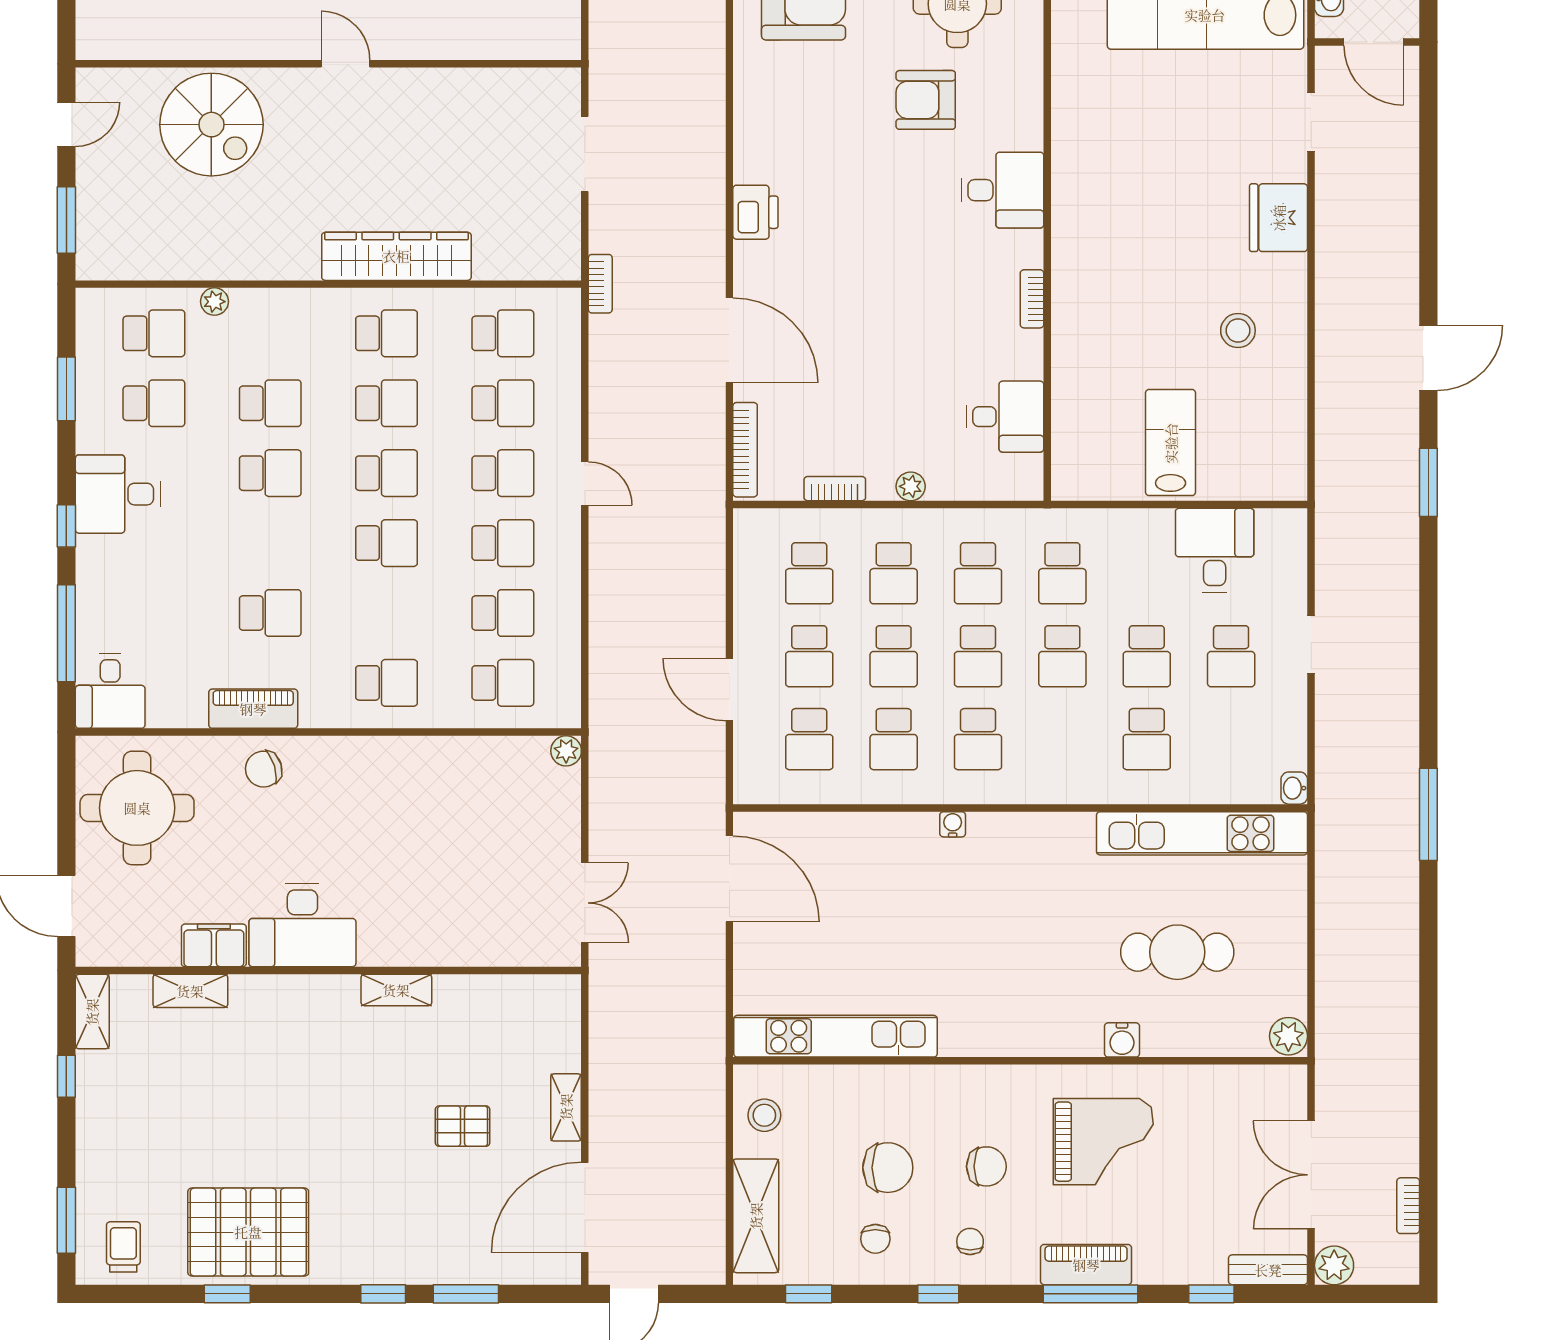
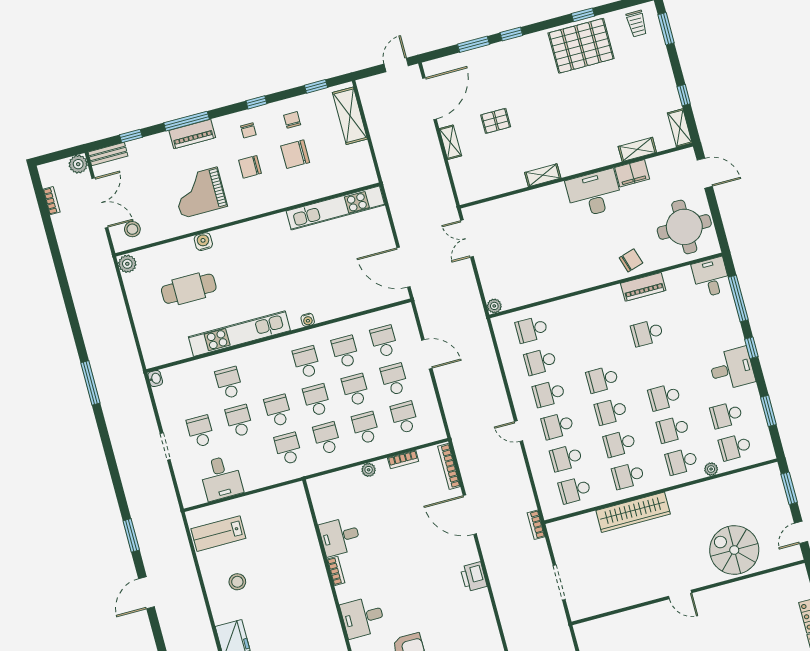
desk: (1005, 417) -> (340, 537), moved
lab bench: (1171, 443) -> (218, 534), moved, turned 90
school desk: (387, 683) -> (682, 461), moved
kitchen unit: (1202, 833) -> (239, 334), moved
stool: (764, 1115) -> (132, 229), moved

